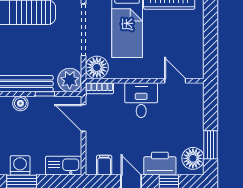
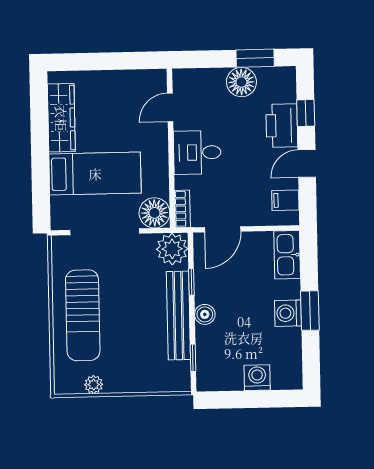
floor lamp: (193, 158) -> (241, 82), moved

